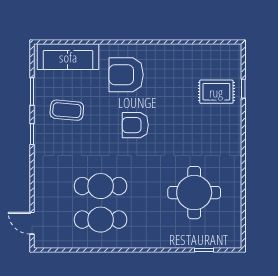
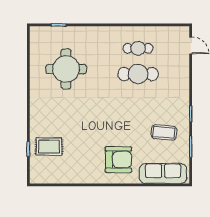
armchair: (135, 125) -> (111, 121), removed
cafe table: (101, 220) -> (138, 48), width x0.73, depth x0.74

